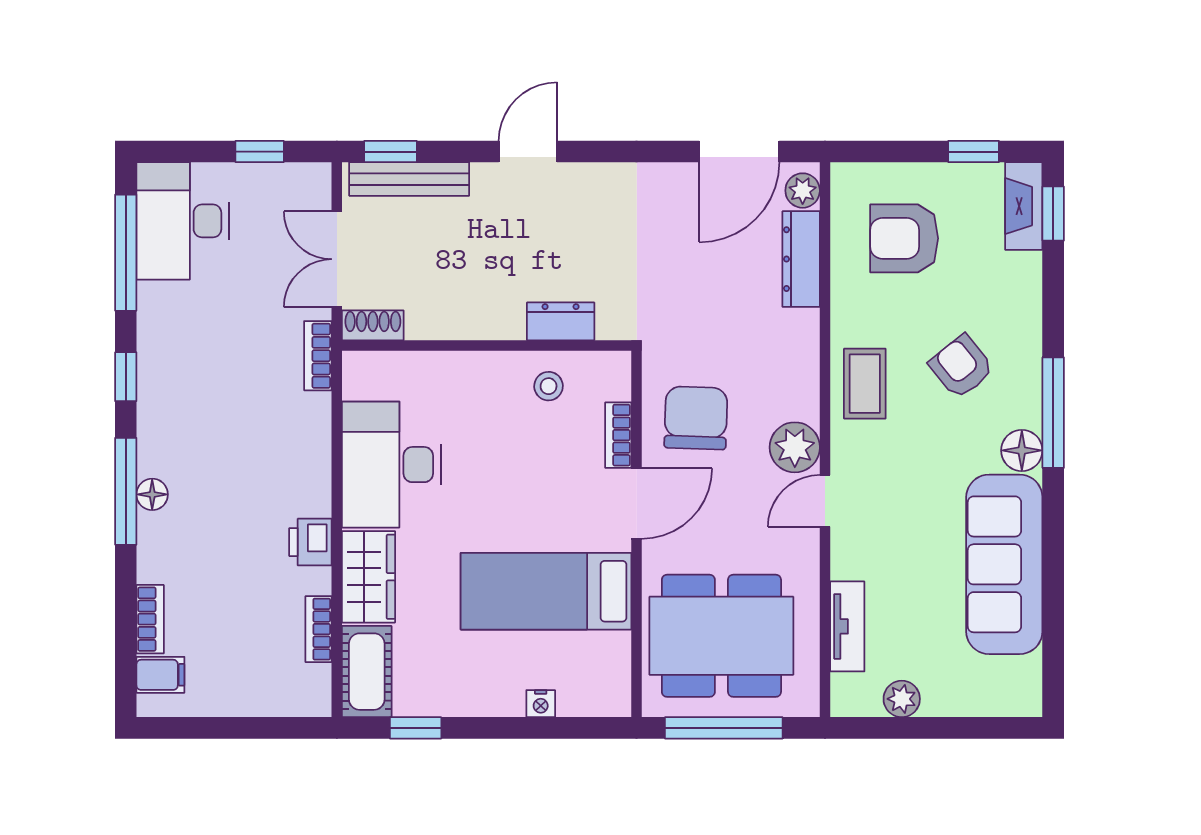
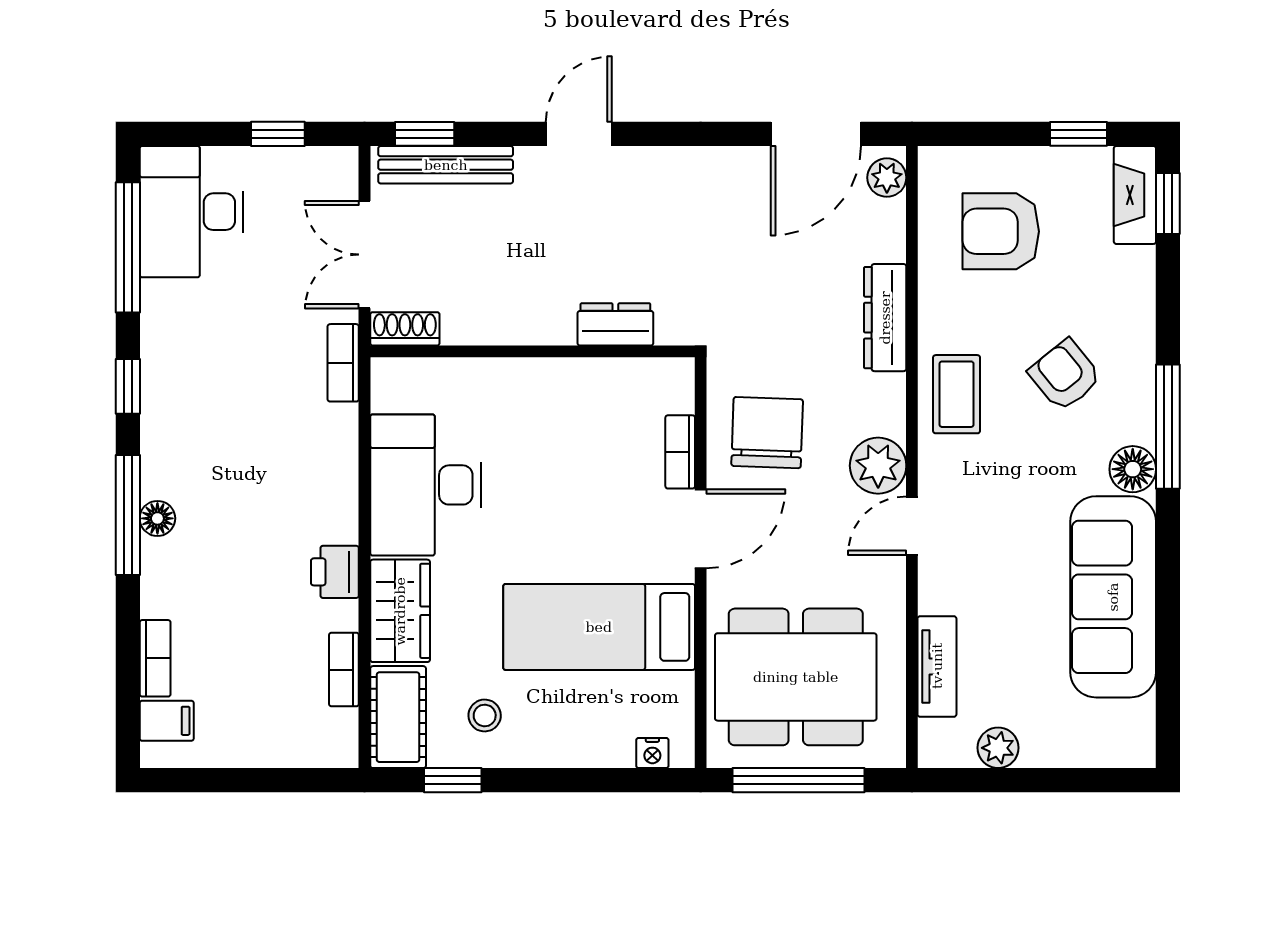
dresser: (801, 259) -> (885, 318), moved
stool: (549, 386) -> (485, 715), moved
nightstand: (541, 704) -> (652, 753), moved

